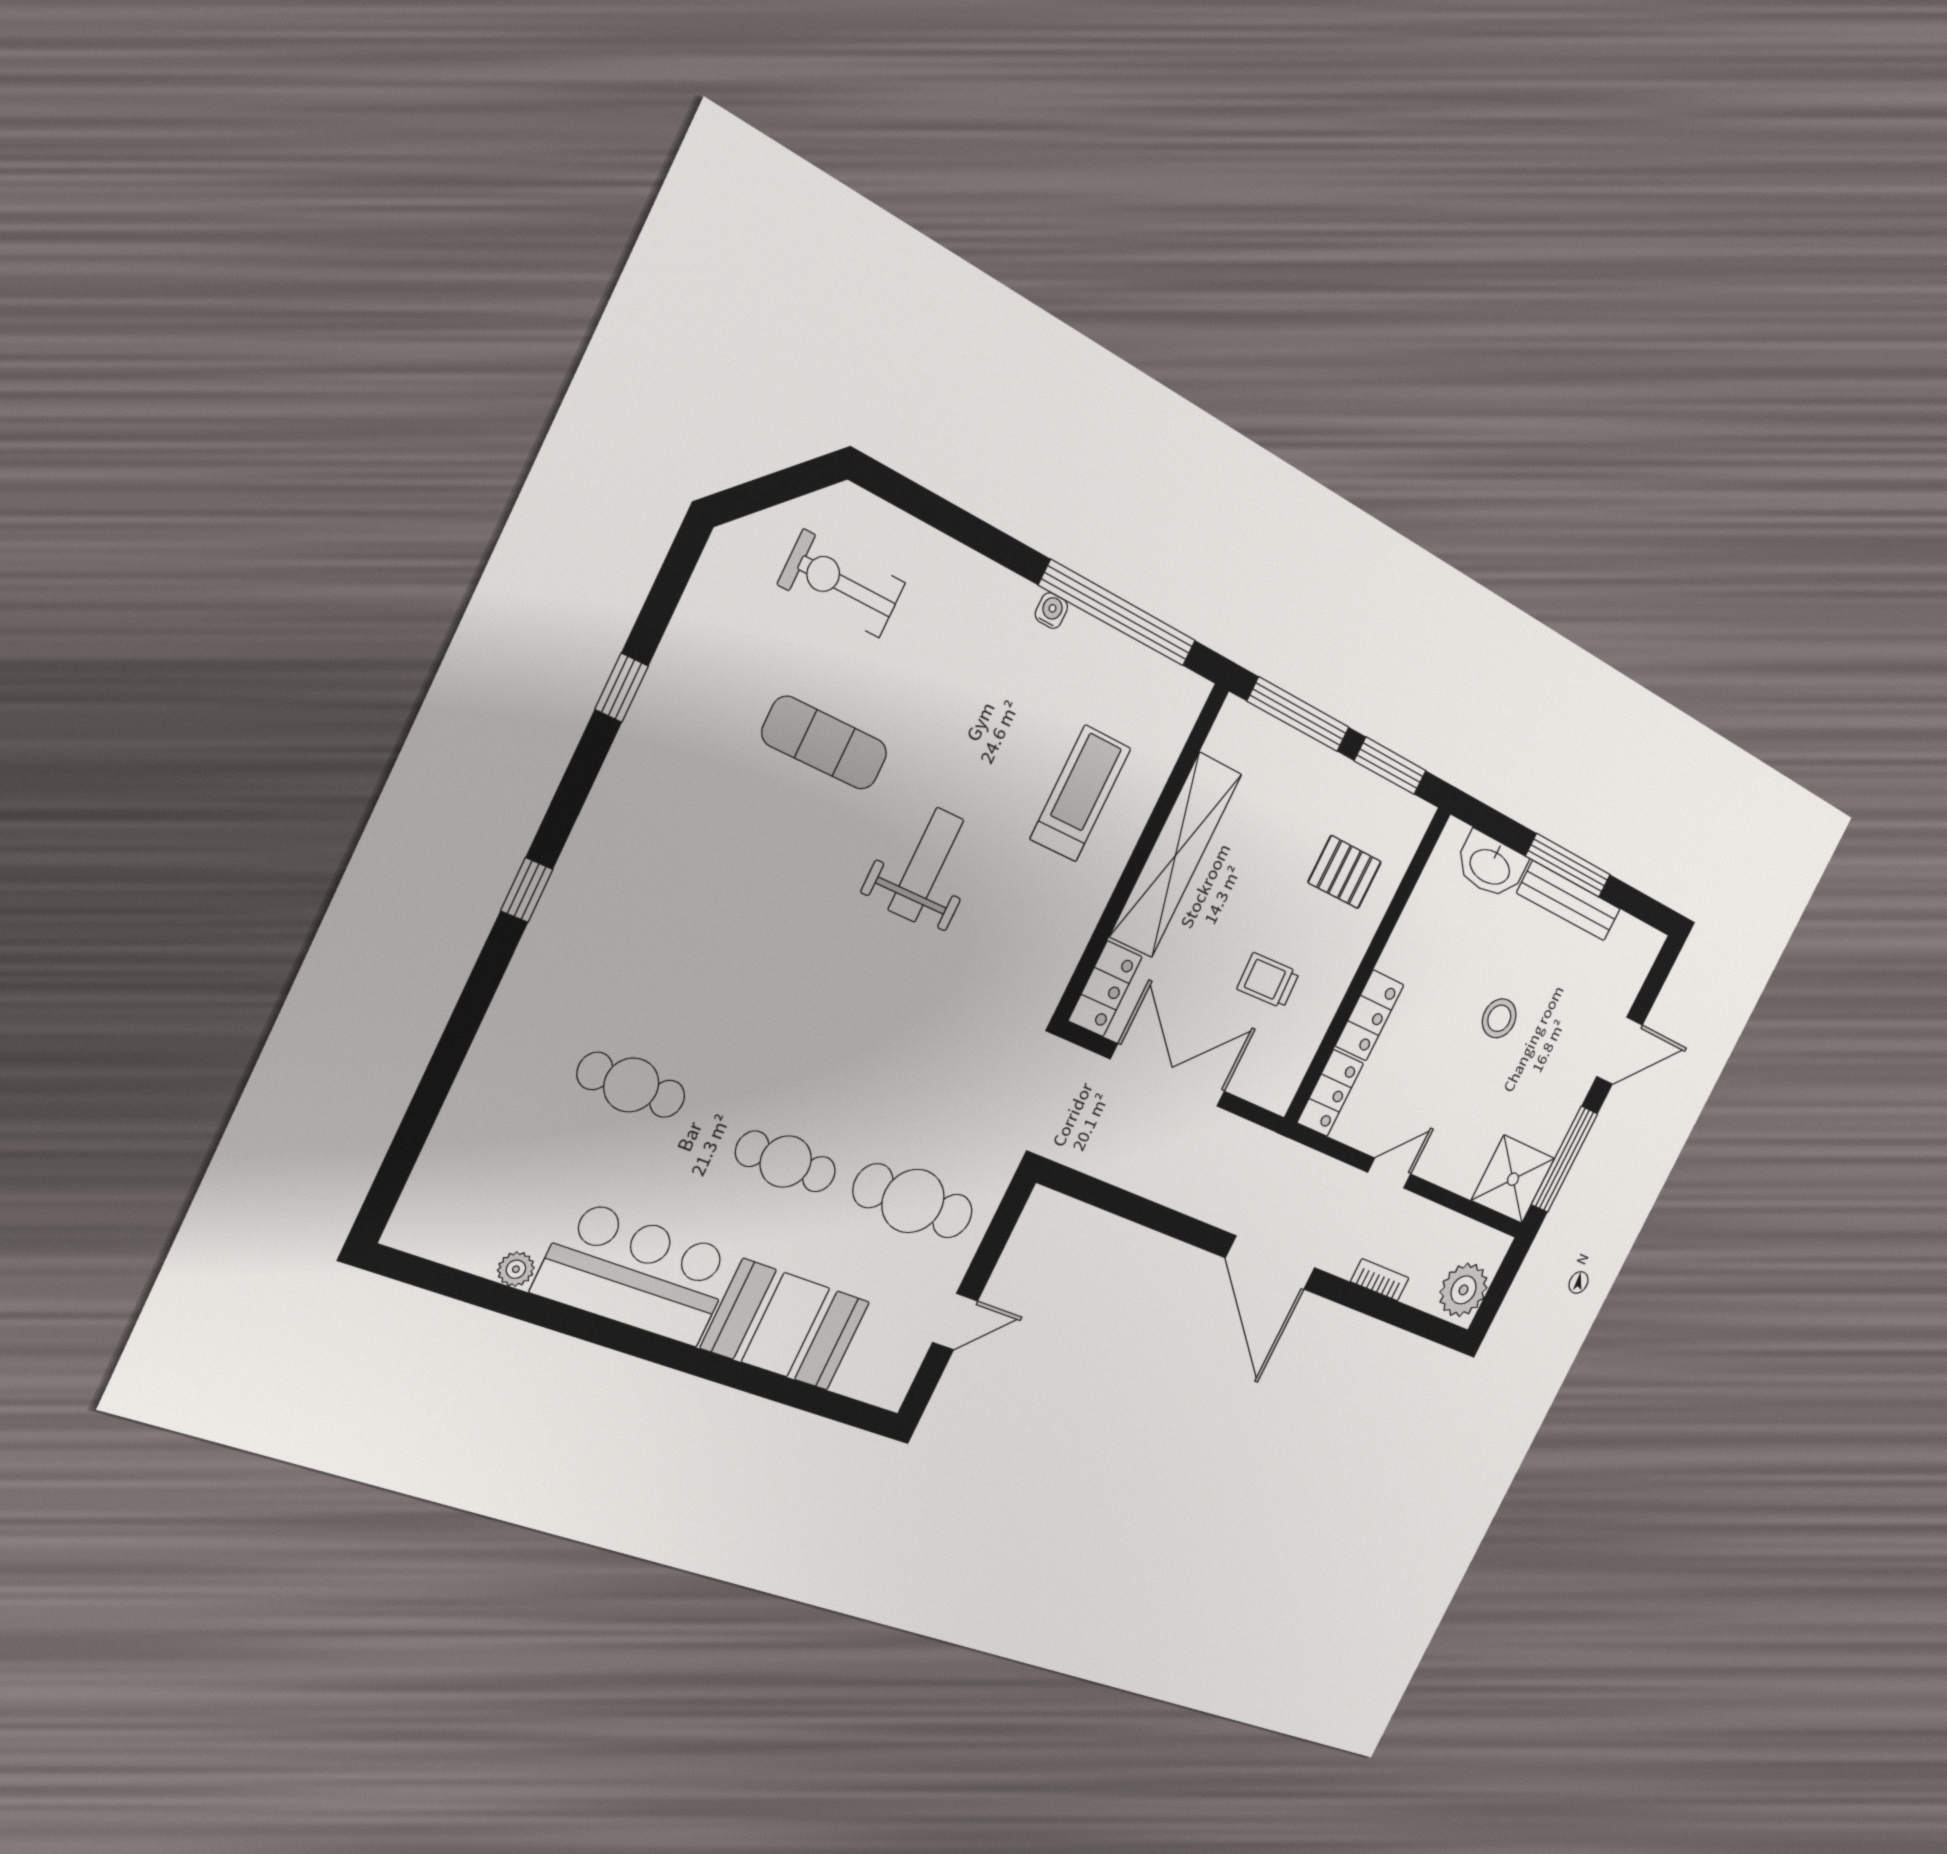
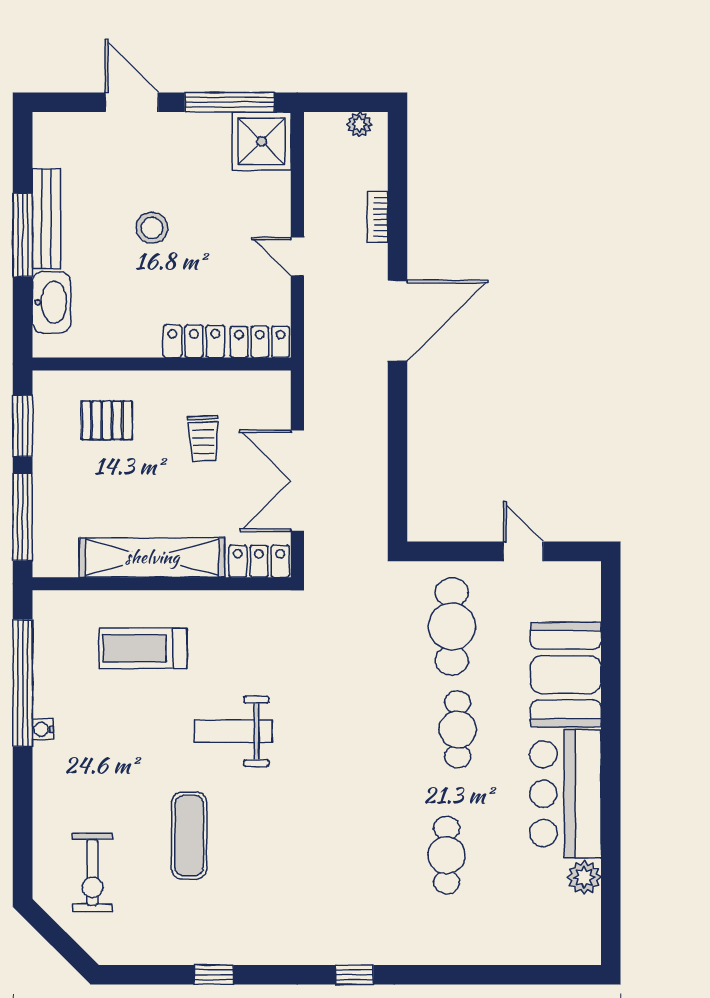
pallet: (1345, 872) -> (107, 420), turned 90
plant: (516, 1269) -> (584, 877), width x1.38, depth x1.38
plant: (1464, 1290) -> (359, 124), width x0.53, depth x0.53

